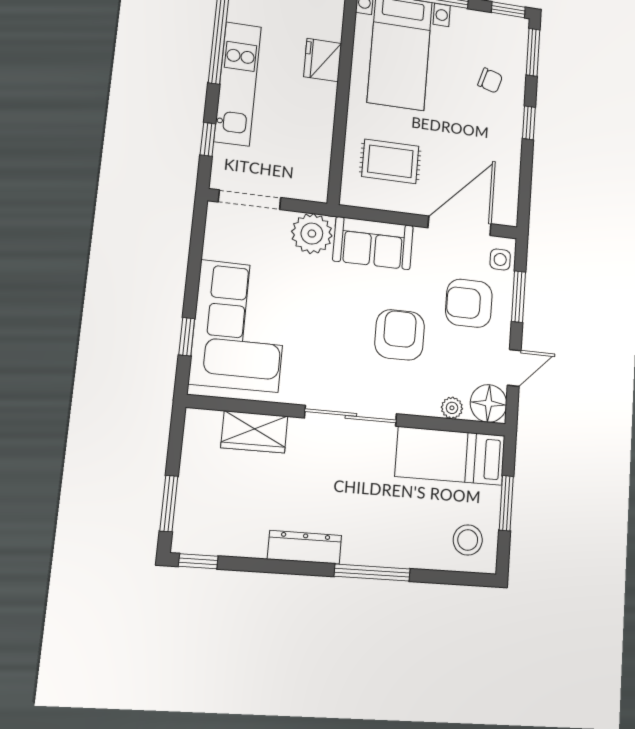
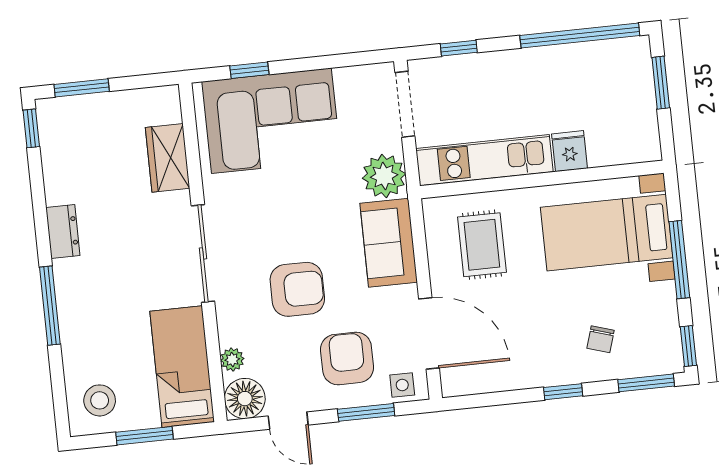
fridge: (323, 60) -> (570, 151), width x0.72
kitchen unit: (238, 84) -> (484, 160), moved, turned 180
dresser: (305, 547) -> (63, 232), width x0.70

